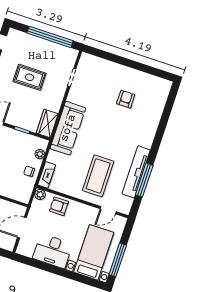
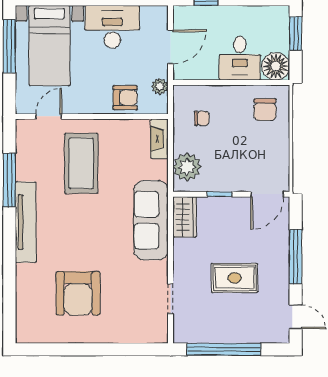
armchair: (126, 99) -> (78, 293), width x1.88, depth x1.88
plant: (40, 154) -> (187, 167), width x1.88, depth x1.88
chair: (29, 171) -> (202, 118), moved
tv unit: (136, 172) -> (26, 222), moved
plant: (40, 195) -> (160, 87), moved

